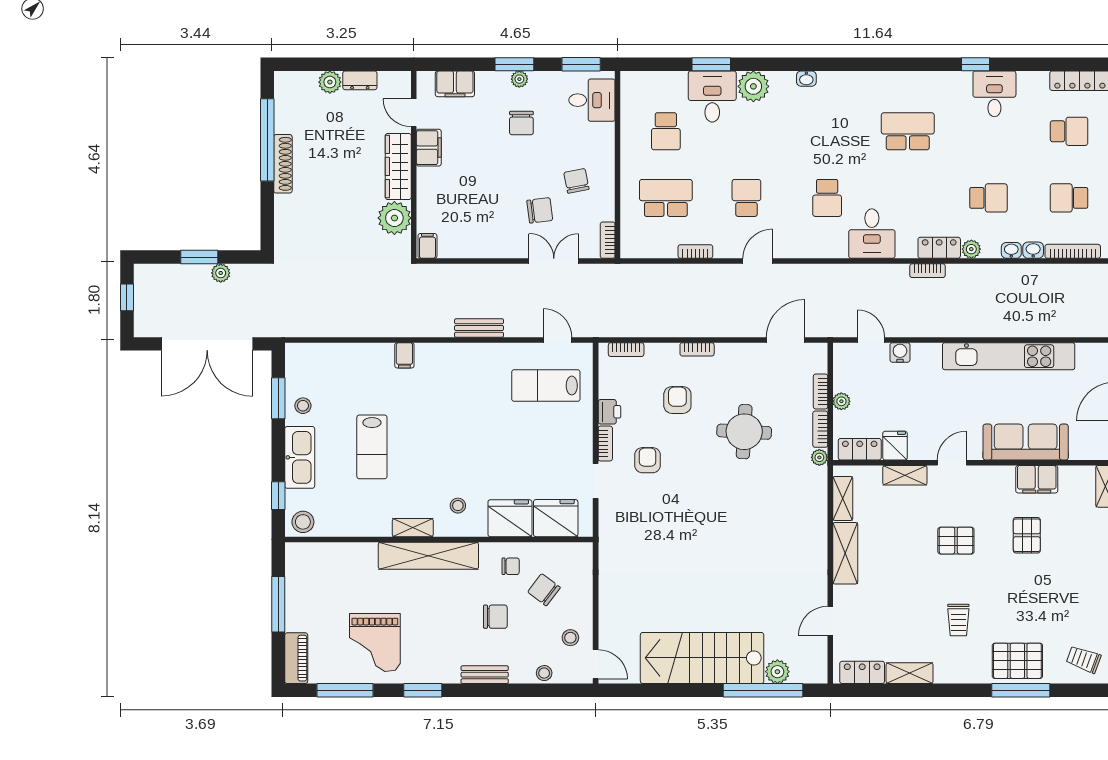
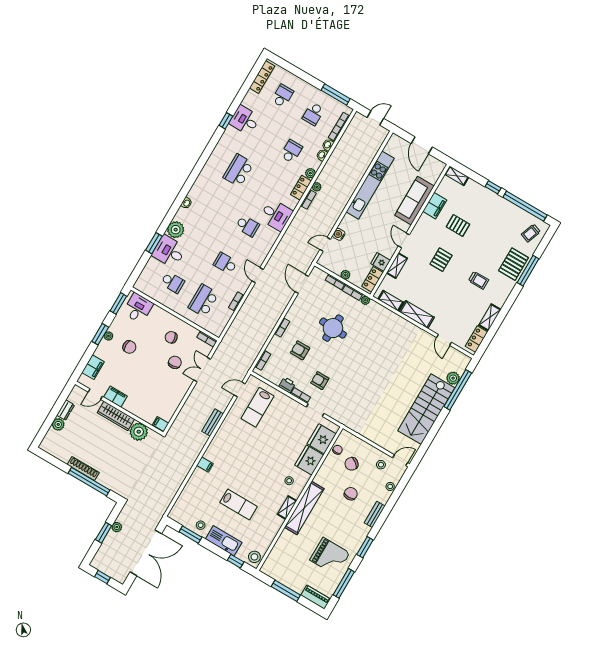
window: (267, 140) -> (89, 482), moved
plant: (955, 272) -> (317, 187), added
chair: (511, 566) -> (338, 450), moved

